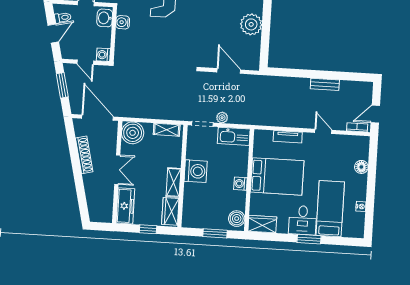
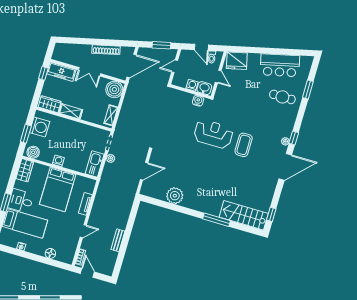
washing machine: (103, 55) -> (192, 85), moved
washing machine: (196, 171) -> (40, 127), moved, turned -90
window: (148, 229) -> (43, 73), moved

